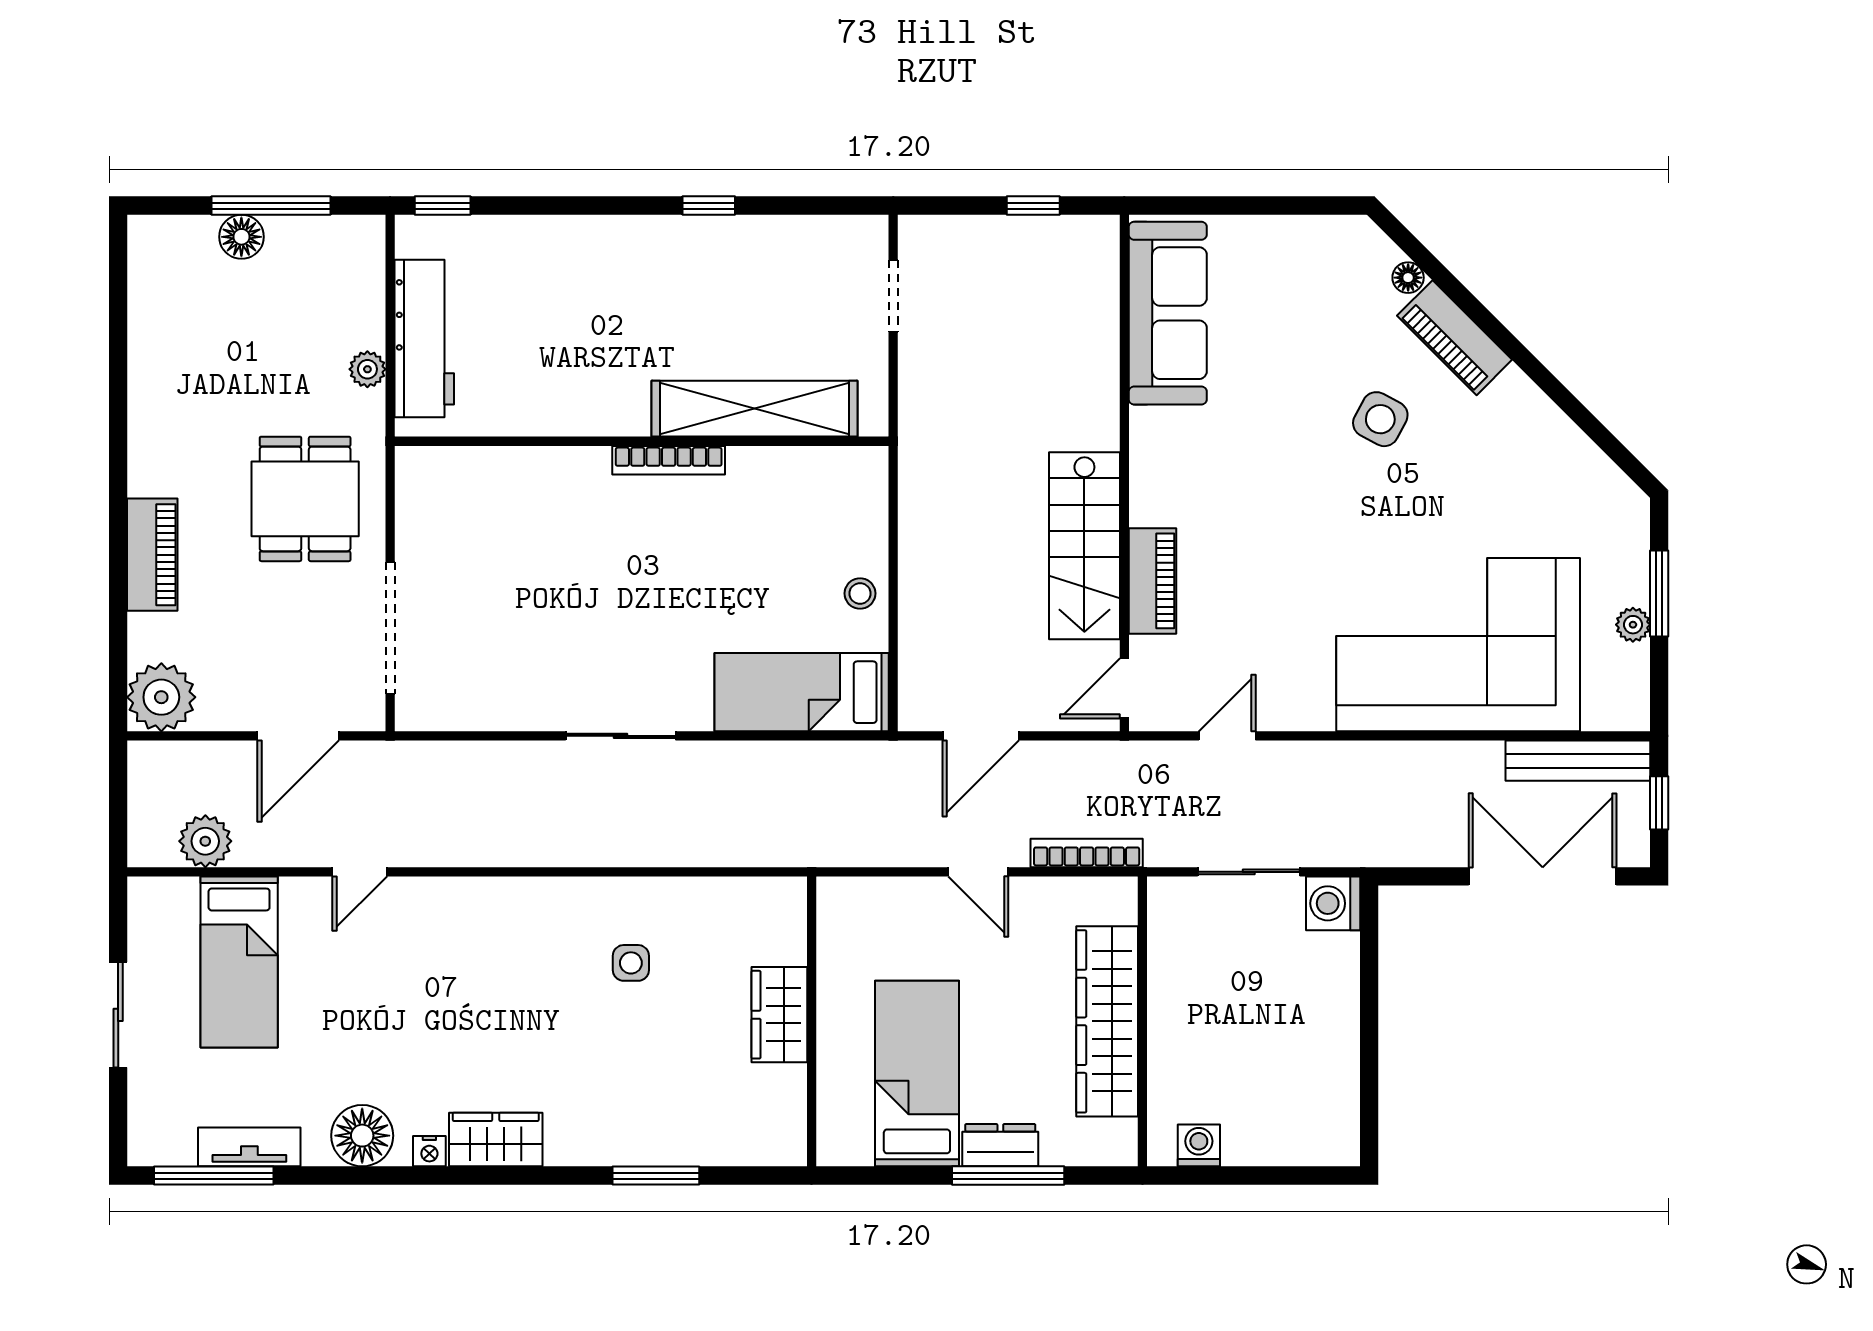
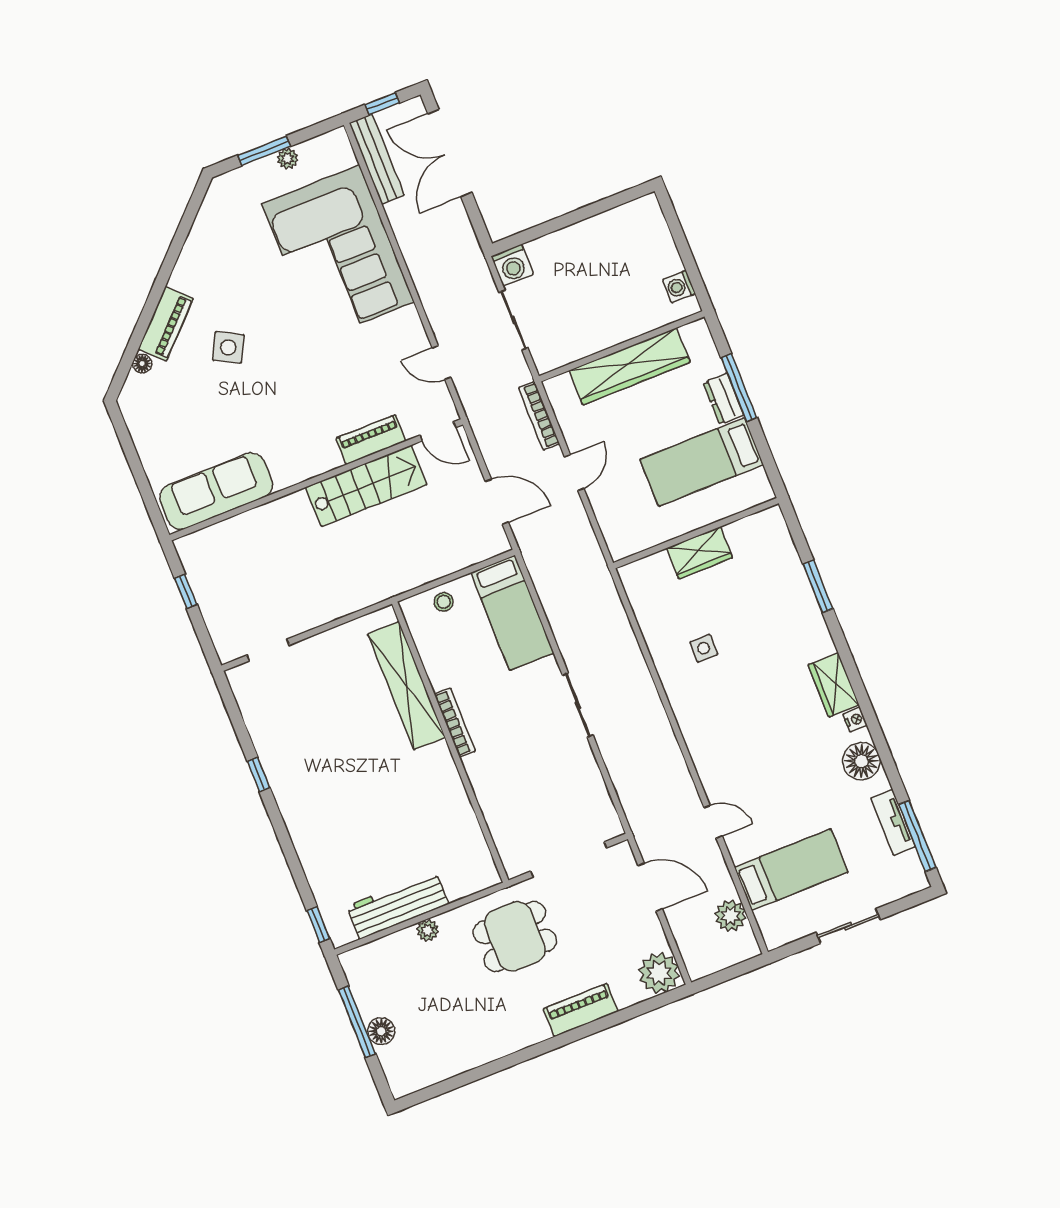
shelving: (754, 409) -> (406, 686), moved
wall: (642, 441) -> (450, 742), moved
bookcase: (669, 460) -> (455, 723), moved

